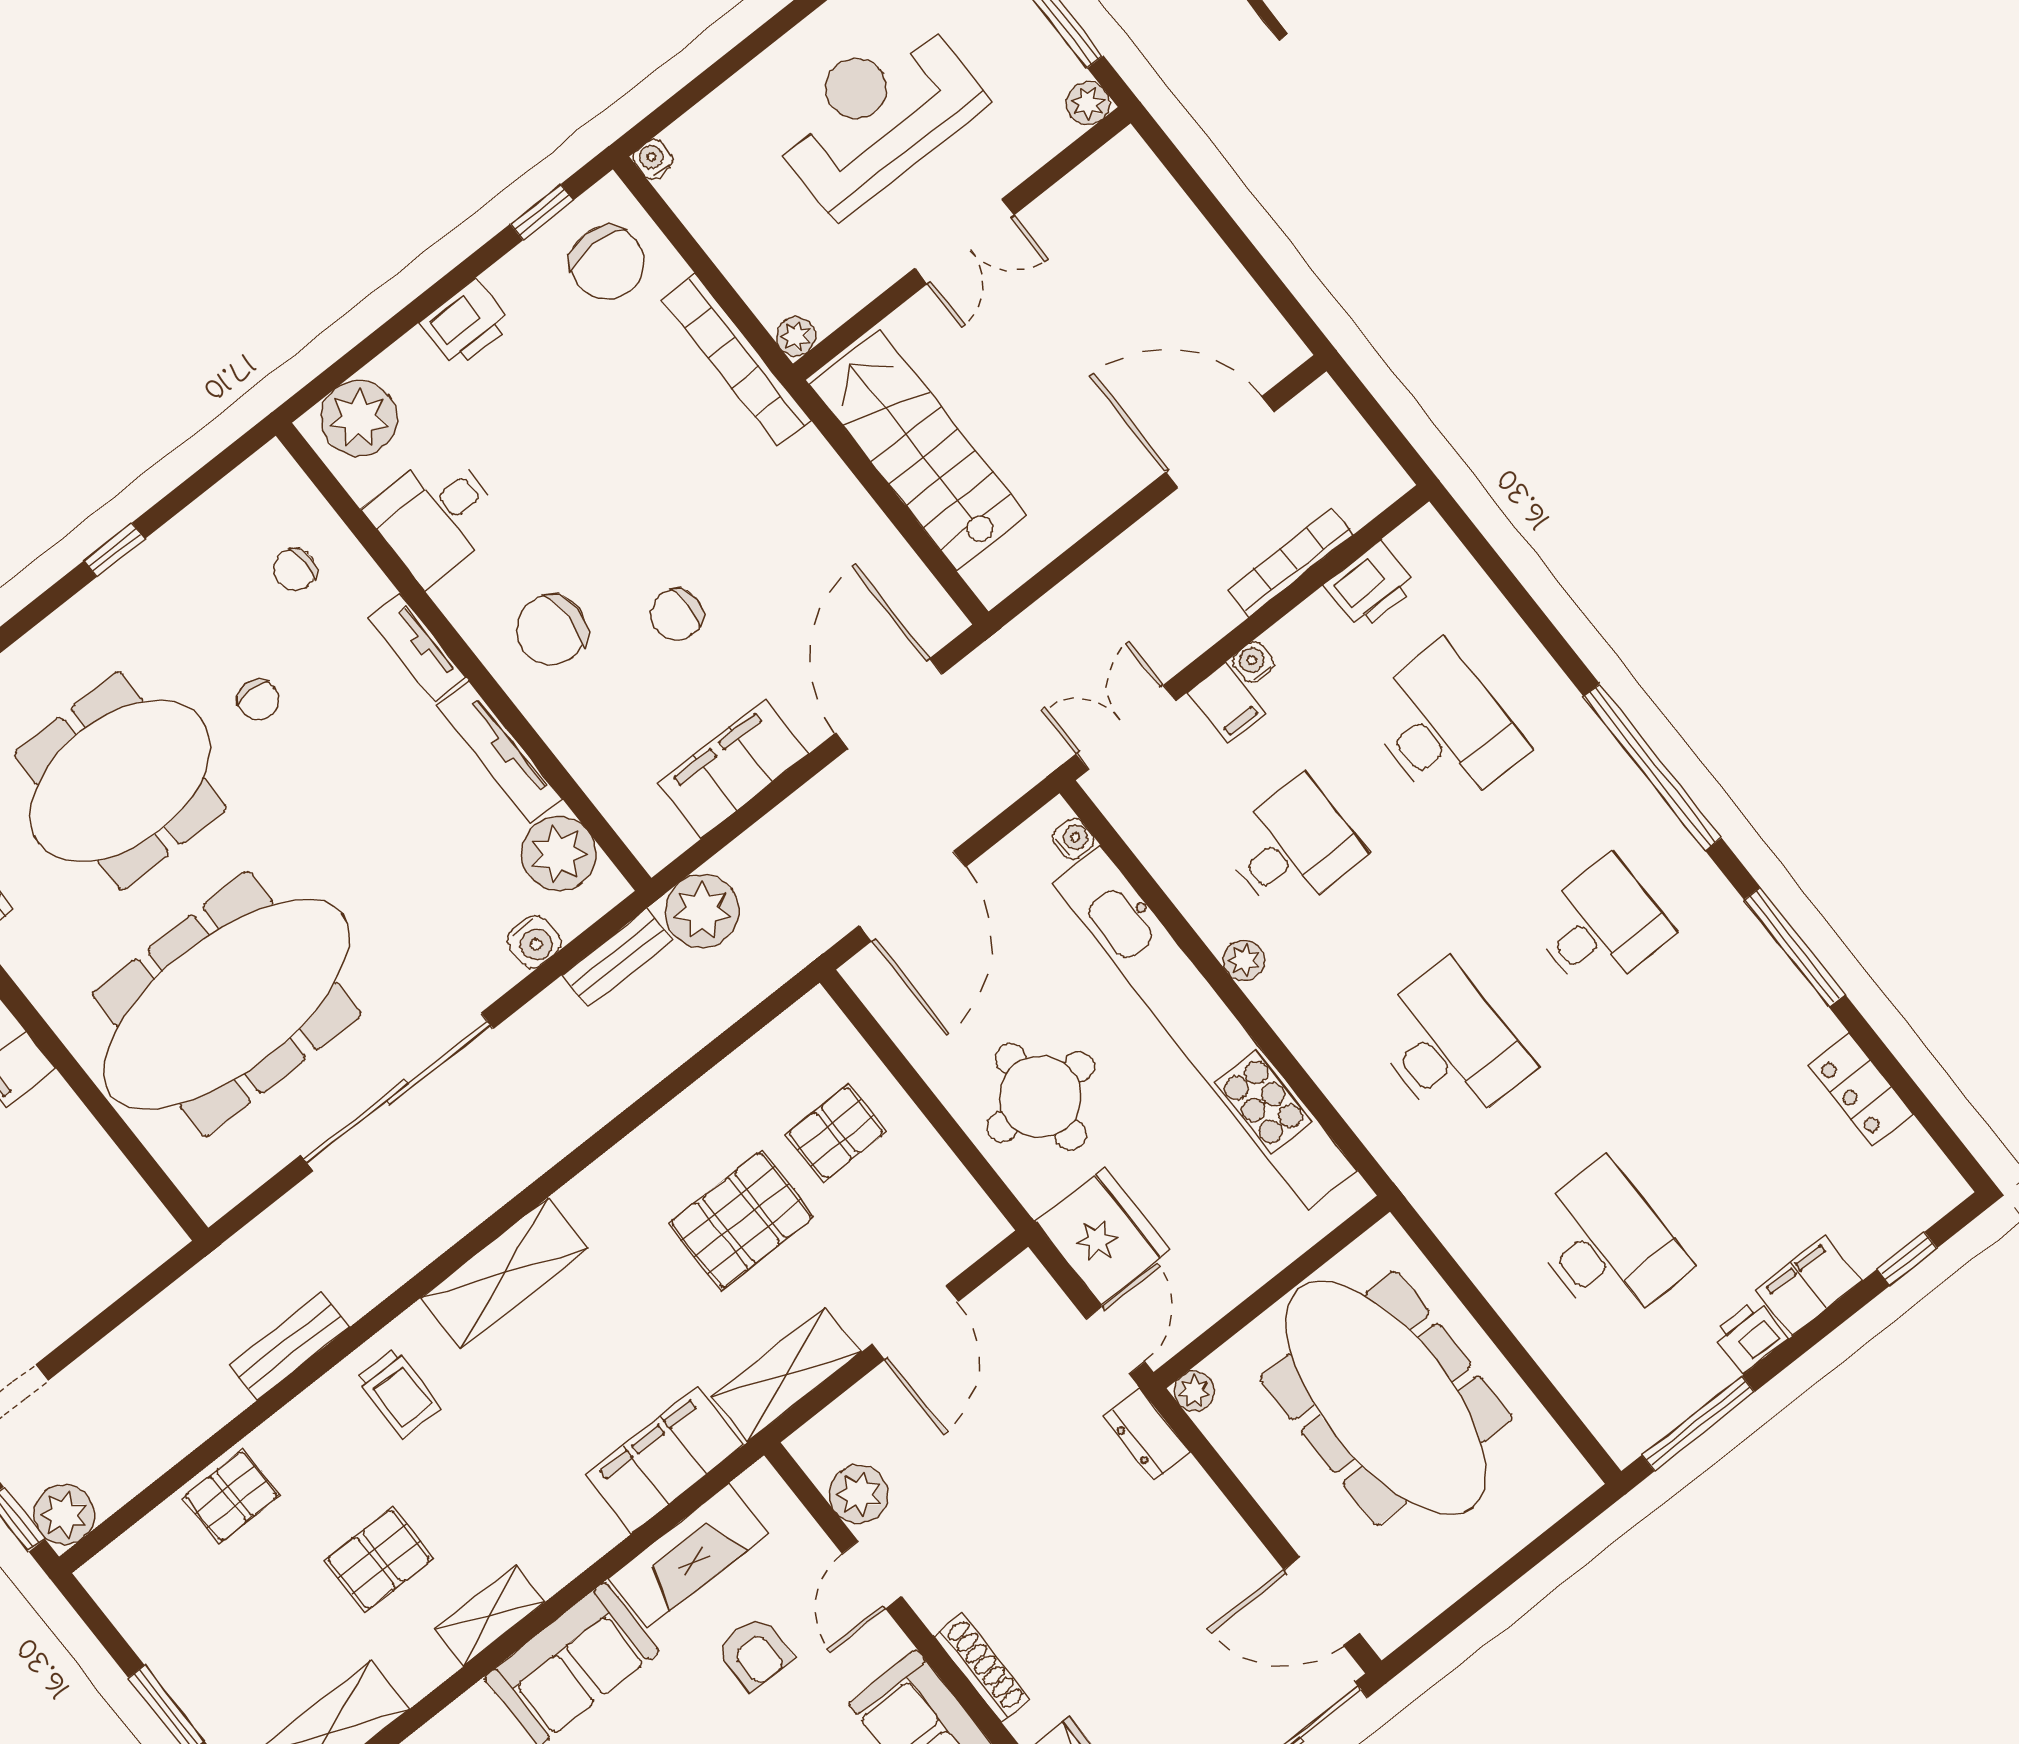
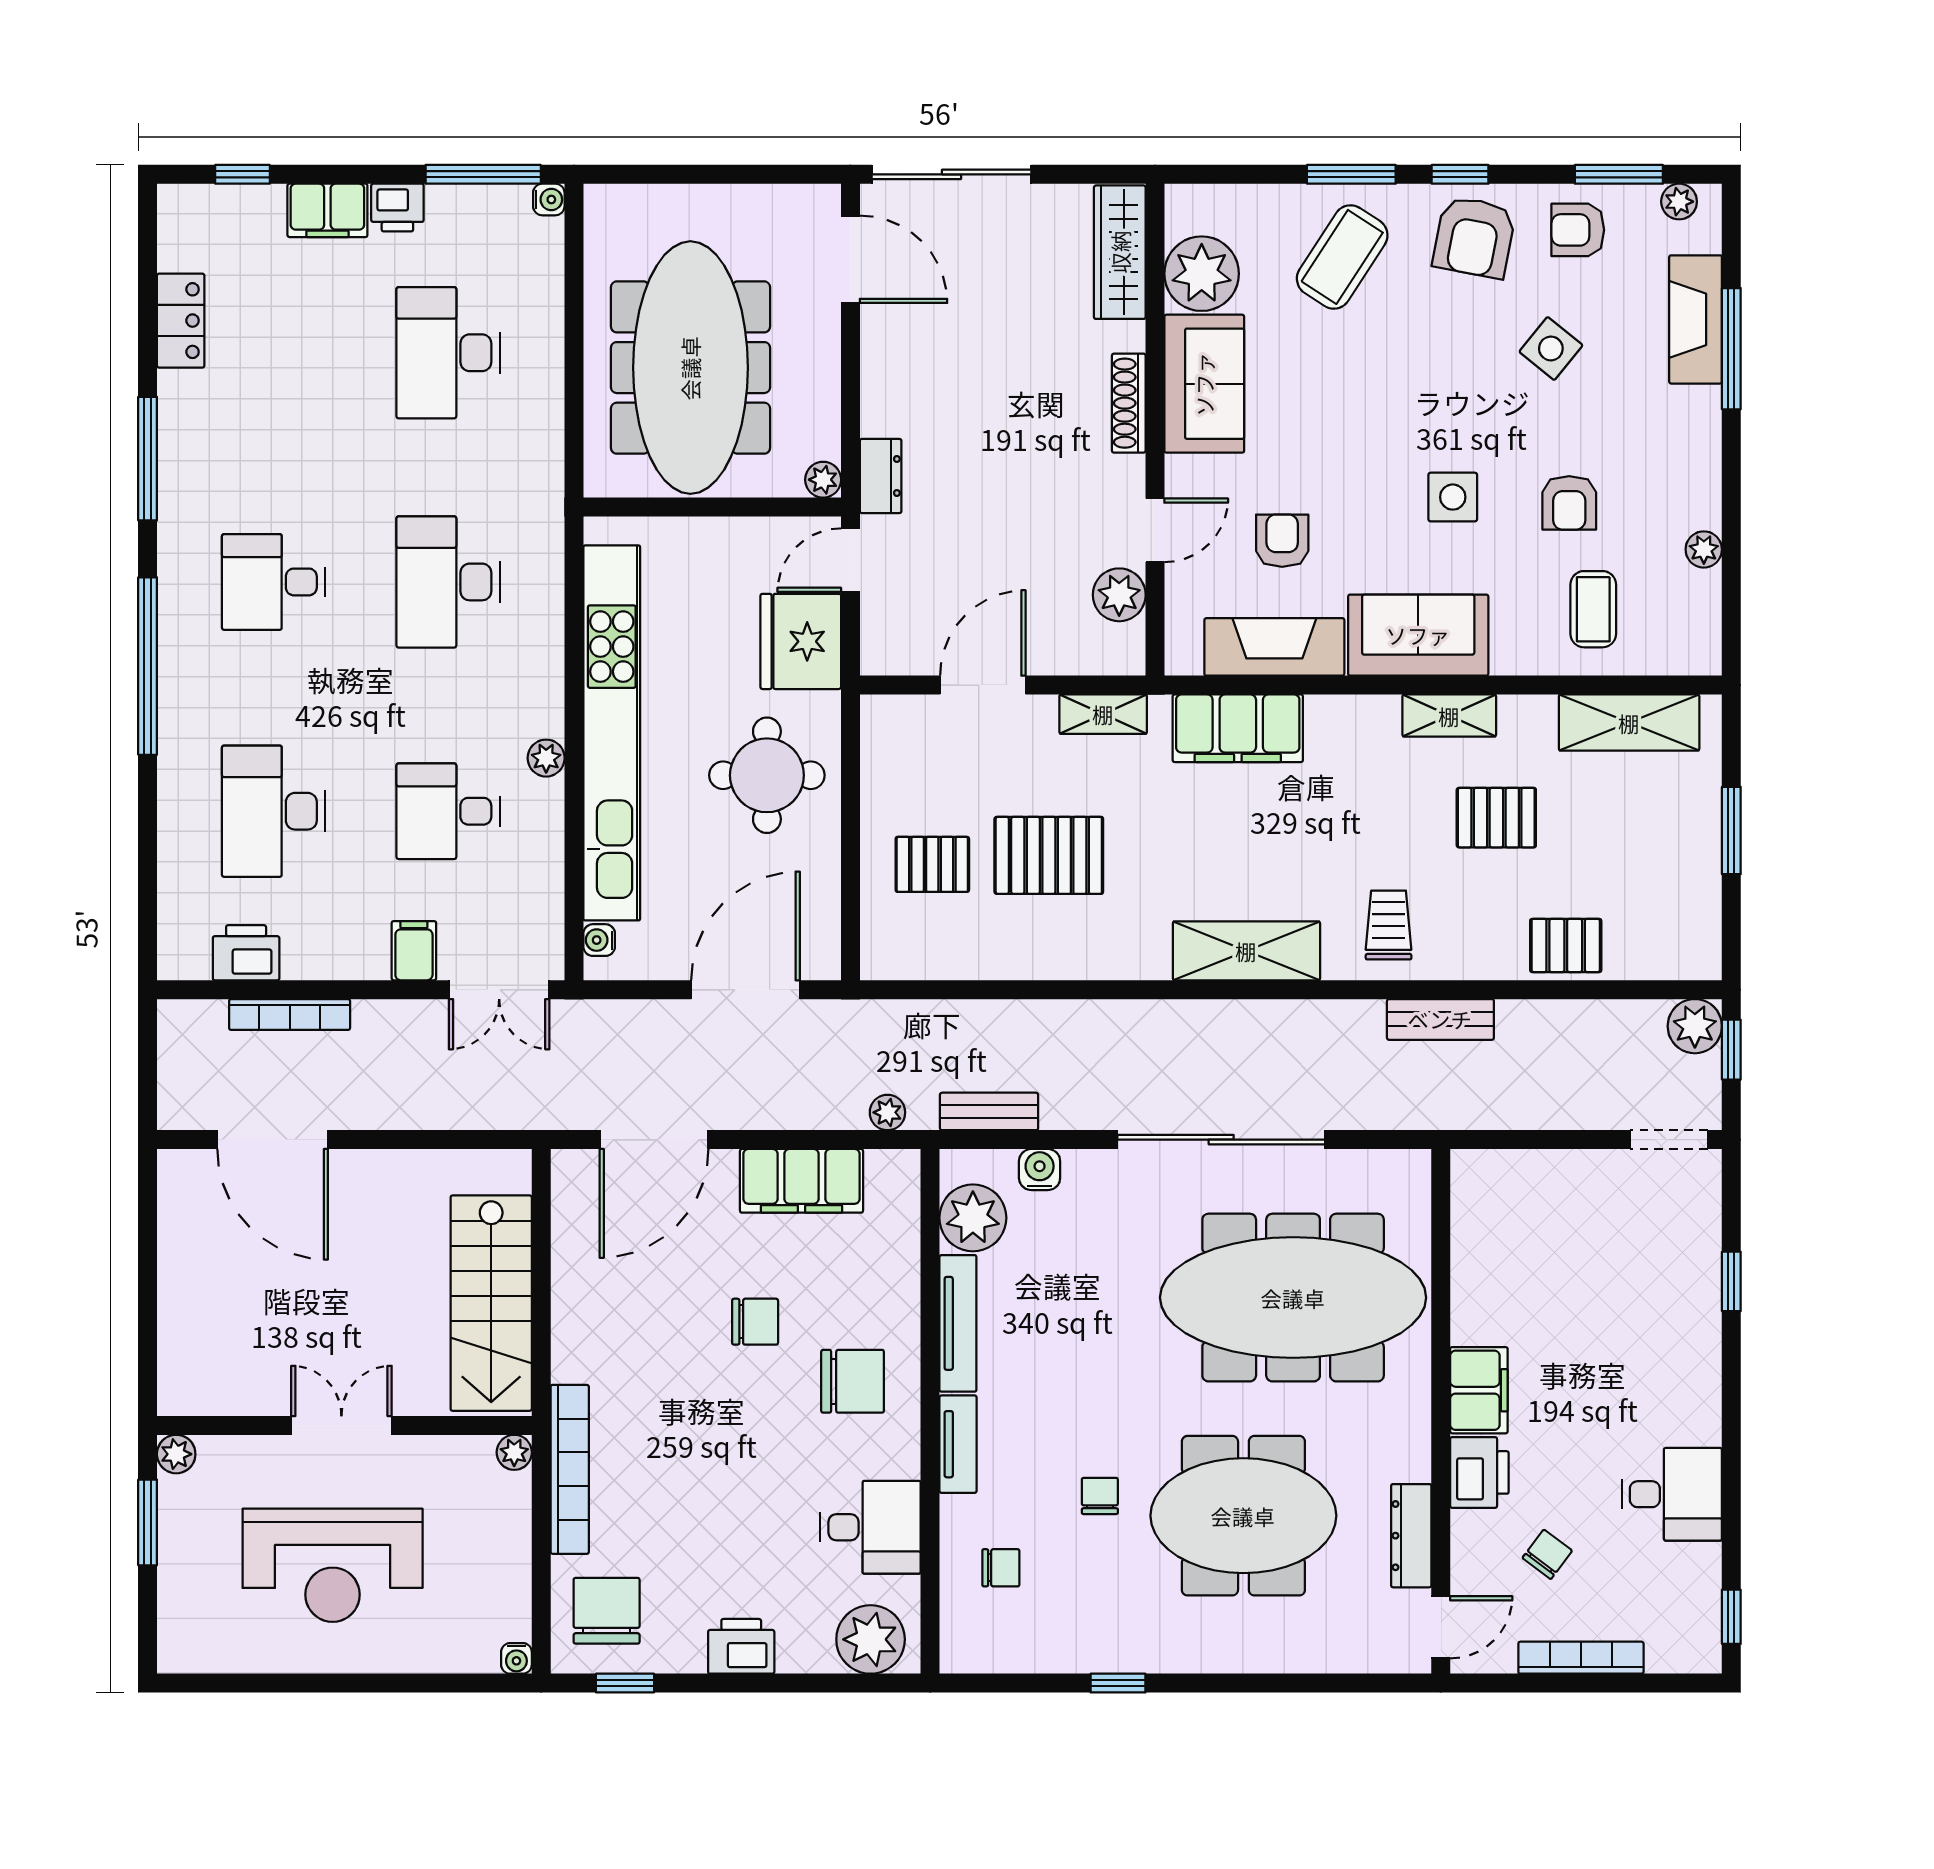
water cooler: (1253, 662) -> (549, 200), moved, turned -90
plant: (702, 911) -> (887, 1112), width x0.53, depth x0.53
shelving: (786, 1374) -> (1103, 714), width x0.67, depth x0.75

